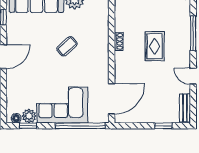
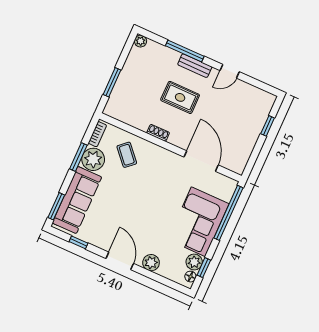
coffee table: (67, 46) -> (127, 155), moved
plant: (13, 82) -> (151, 263), added
door: (112, 99) -> (201, 161), moved
bench: (185, 108) -> (195, 66), moved

